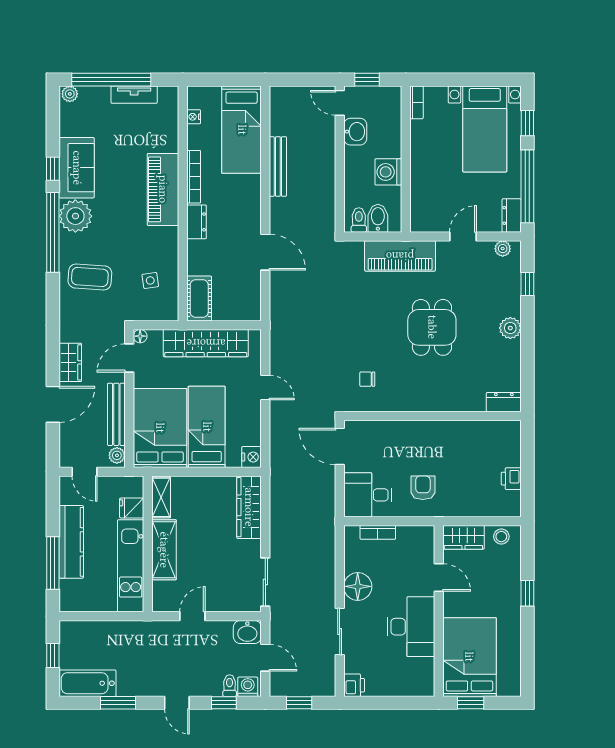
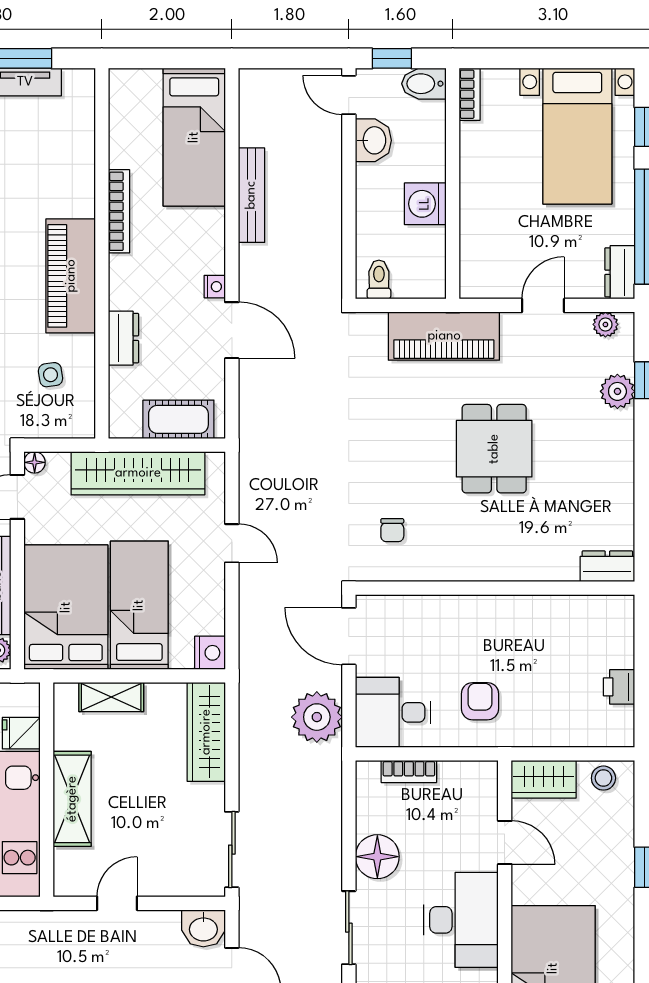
nightstand: (194, 117) -> (215, 287), moved, turned 180
piano: (163, 189) -> (71, 276), moved
bidet: (378, 218) -> (424, 84), moved, turned -90
dresser: (197, 222) -> (123, 338), moved
cot: (199, 299) -> (178, 419), moved, turned 90
plant: (510, 328) -> (617, 391), moved
chair: (367, 379) -> (392, 530), turned -90
shelving: (161, 497) -> (111, 697), moved, turned 90
plant: (319, 498) -> (317, 717), added

